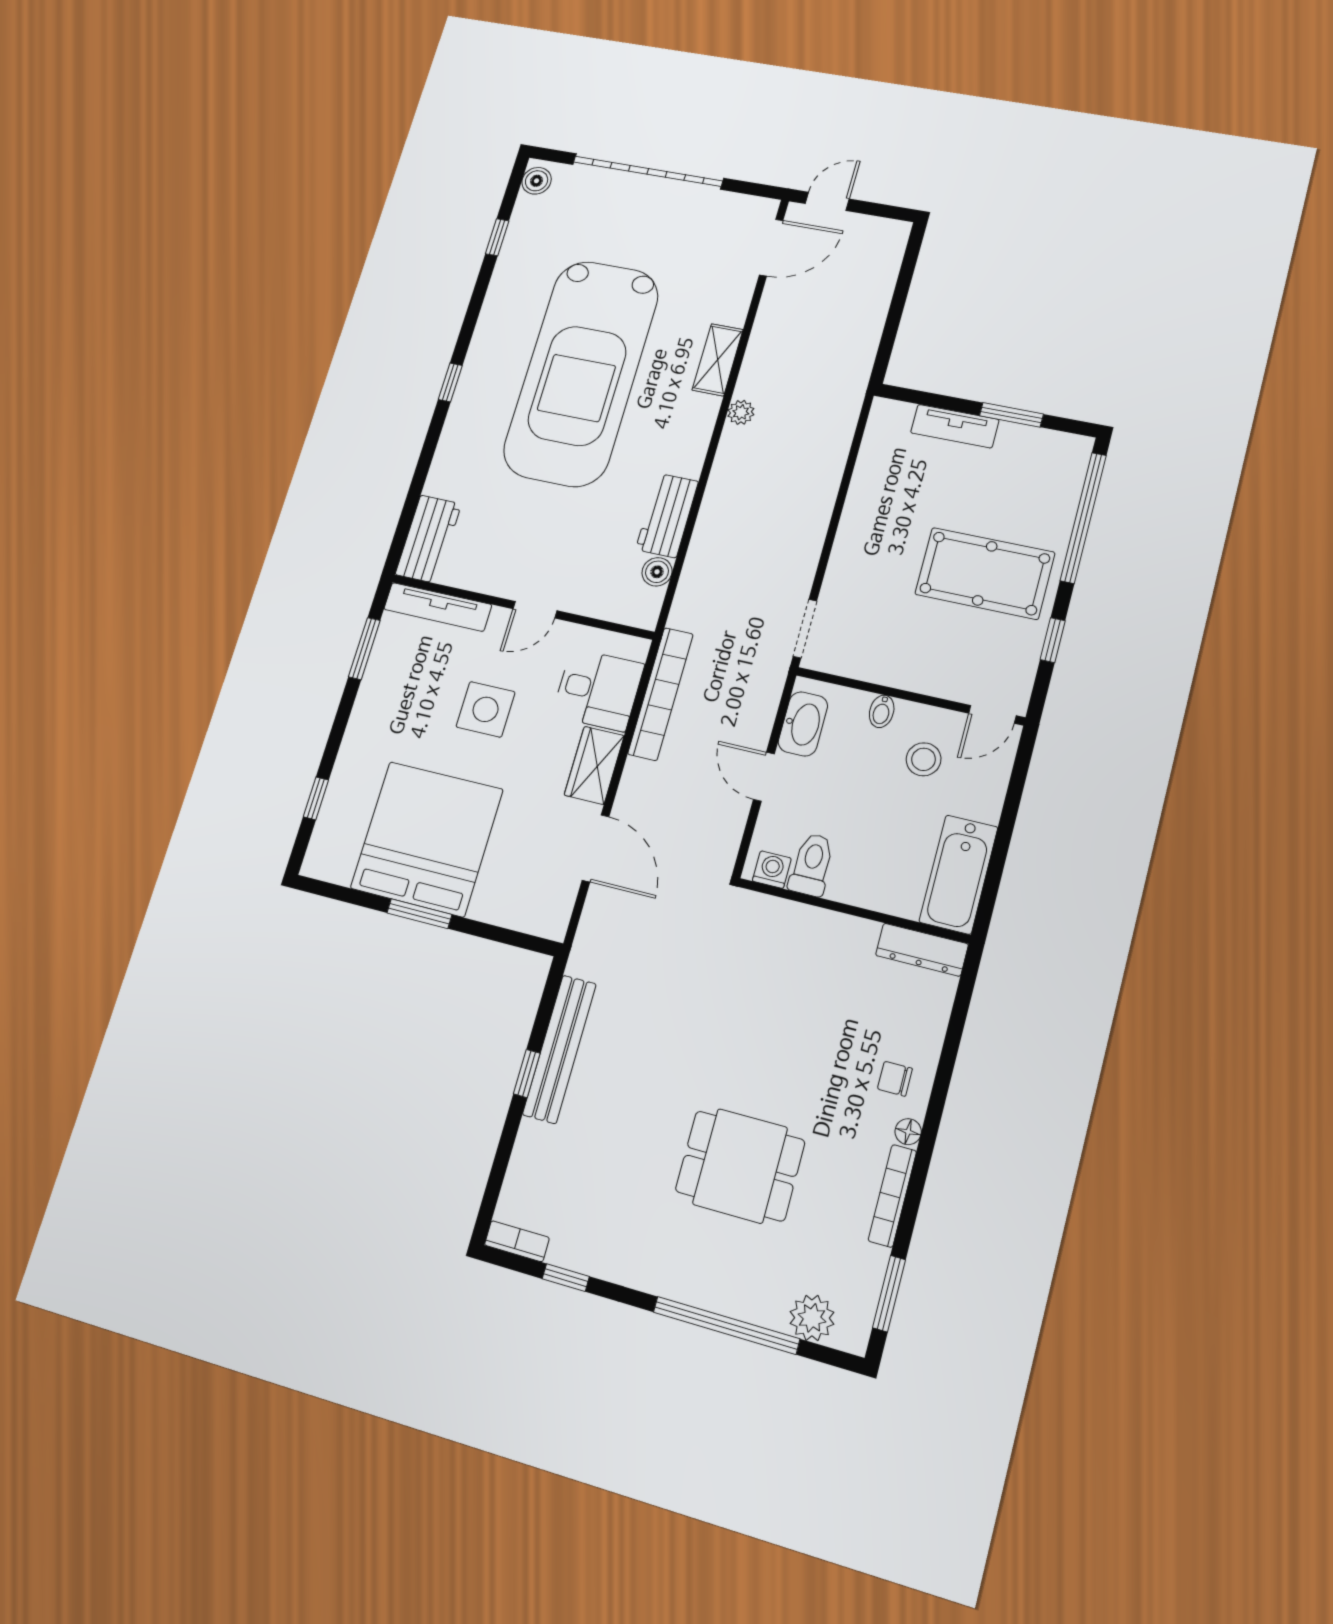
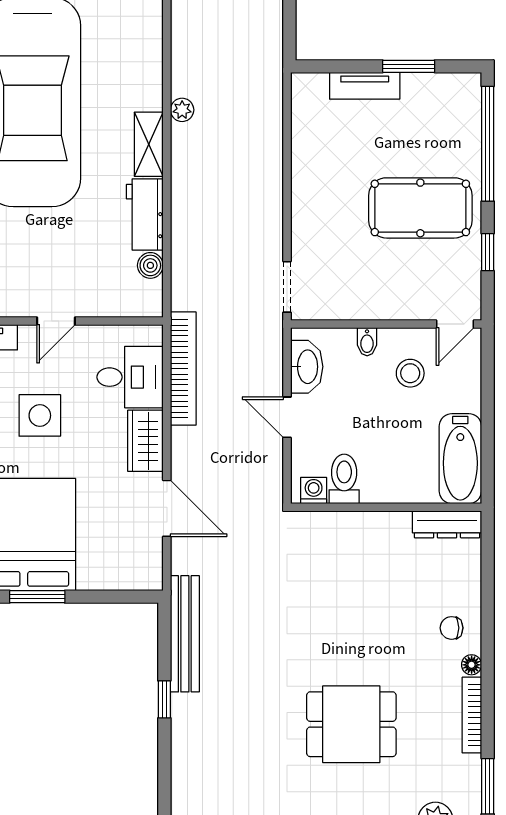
shelving: (718, 360) -> (149, 144), moved
bench: (559, 1049) -> (185, 634), moved

